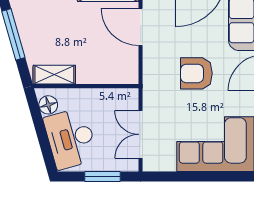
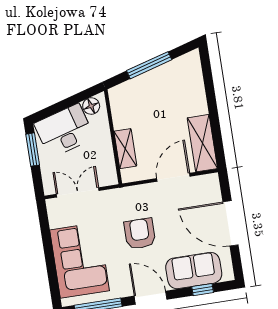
shelving: (54, 75) -> (125, 149), moved
window: (103, 176) -> (33, 150), moved

